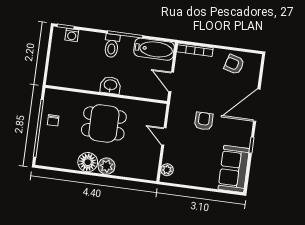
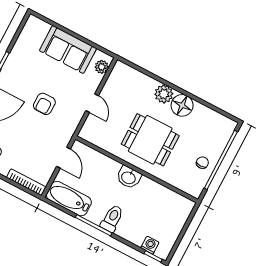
sofa: (234, 169) -> (68, 50), moved, turned 90

